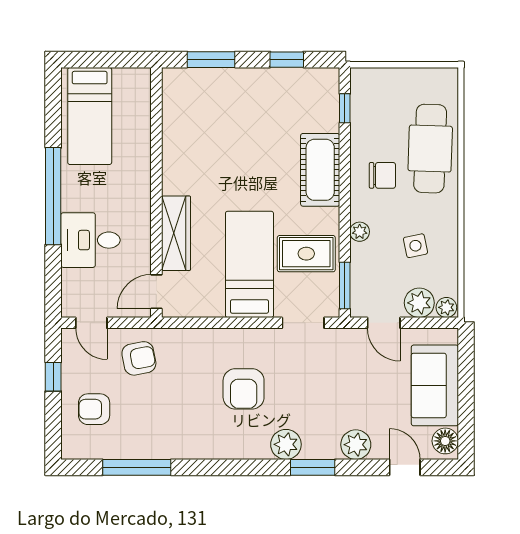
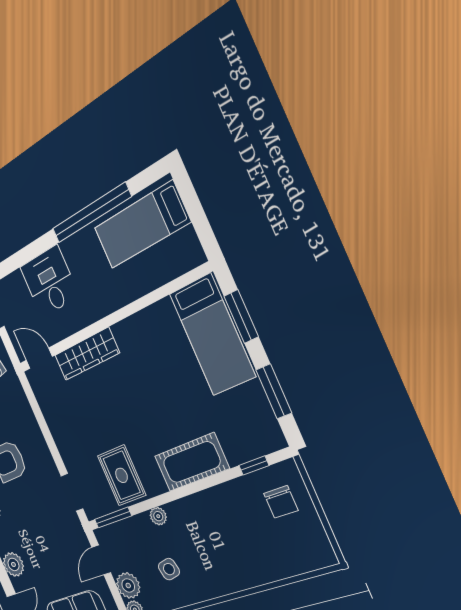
window: (287, 60) -> (274, 391), width x1.50
cafe table: (430, 149) -> (254, 558), removed
chair: (382, 175) -> (281, 502), moved
window: (53, 196) -> (91, 213), moved
bed: (249, 264) -> (212, 335), moved, turned 90

